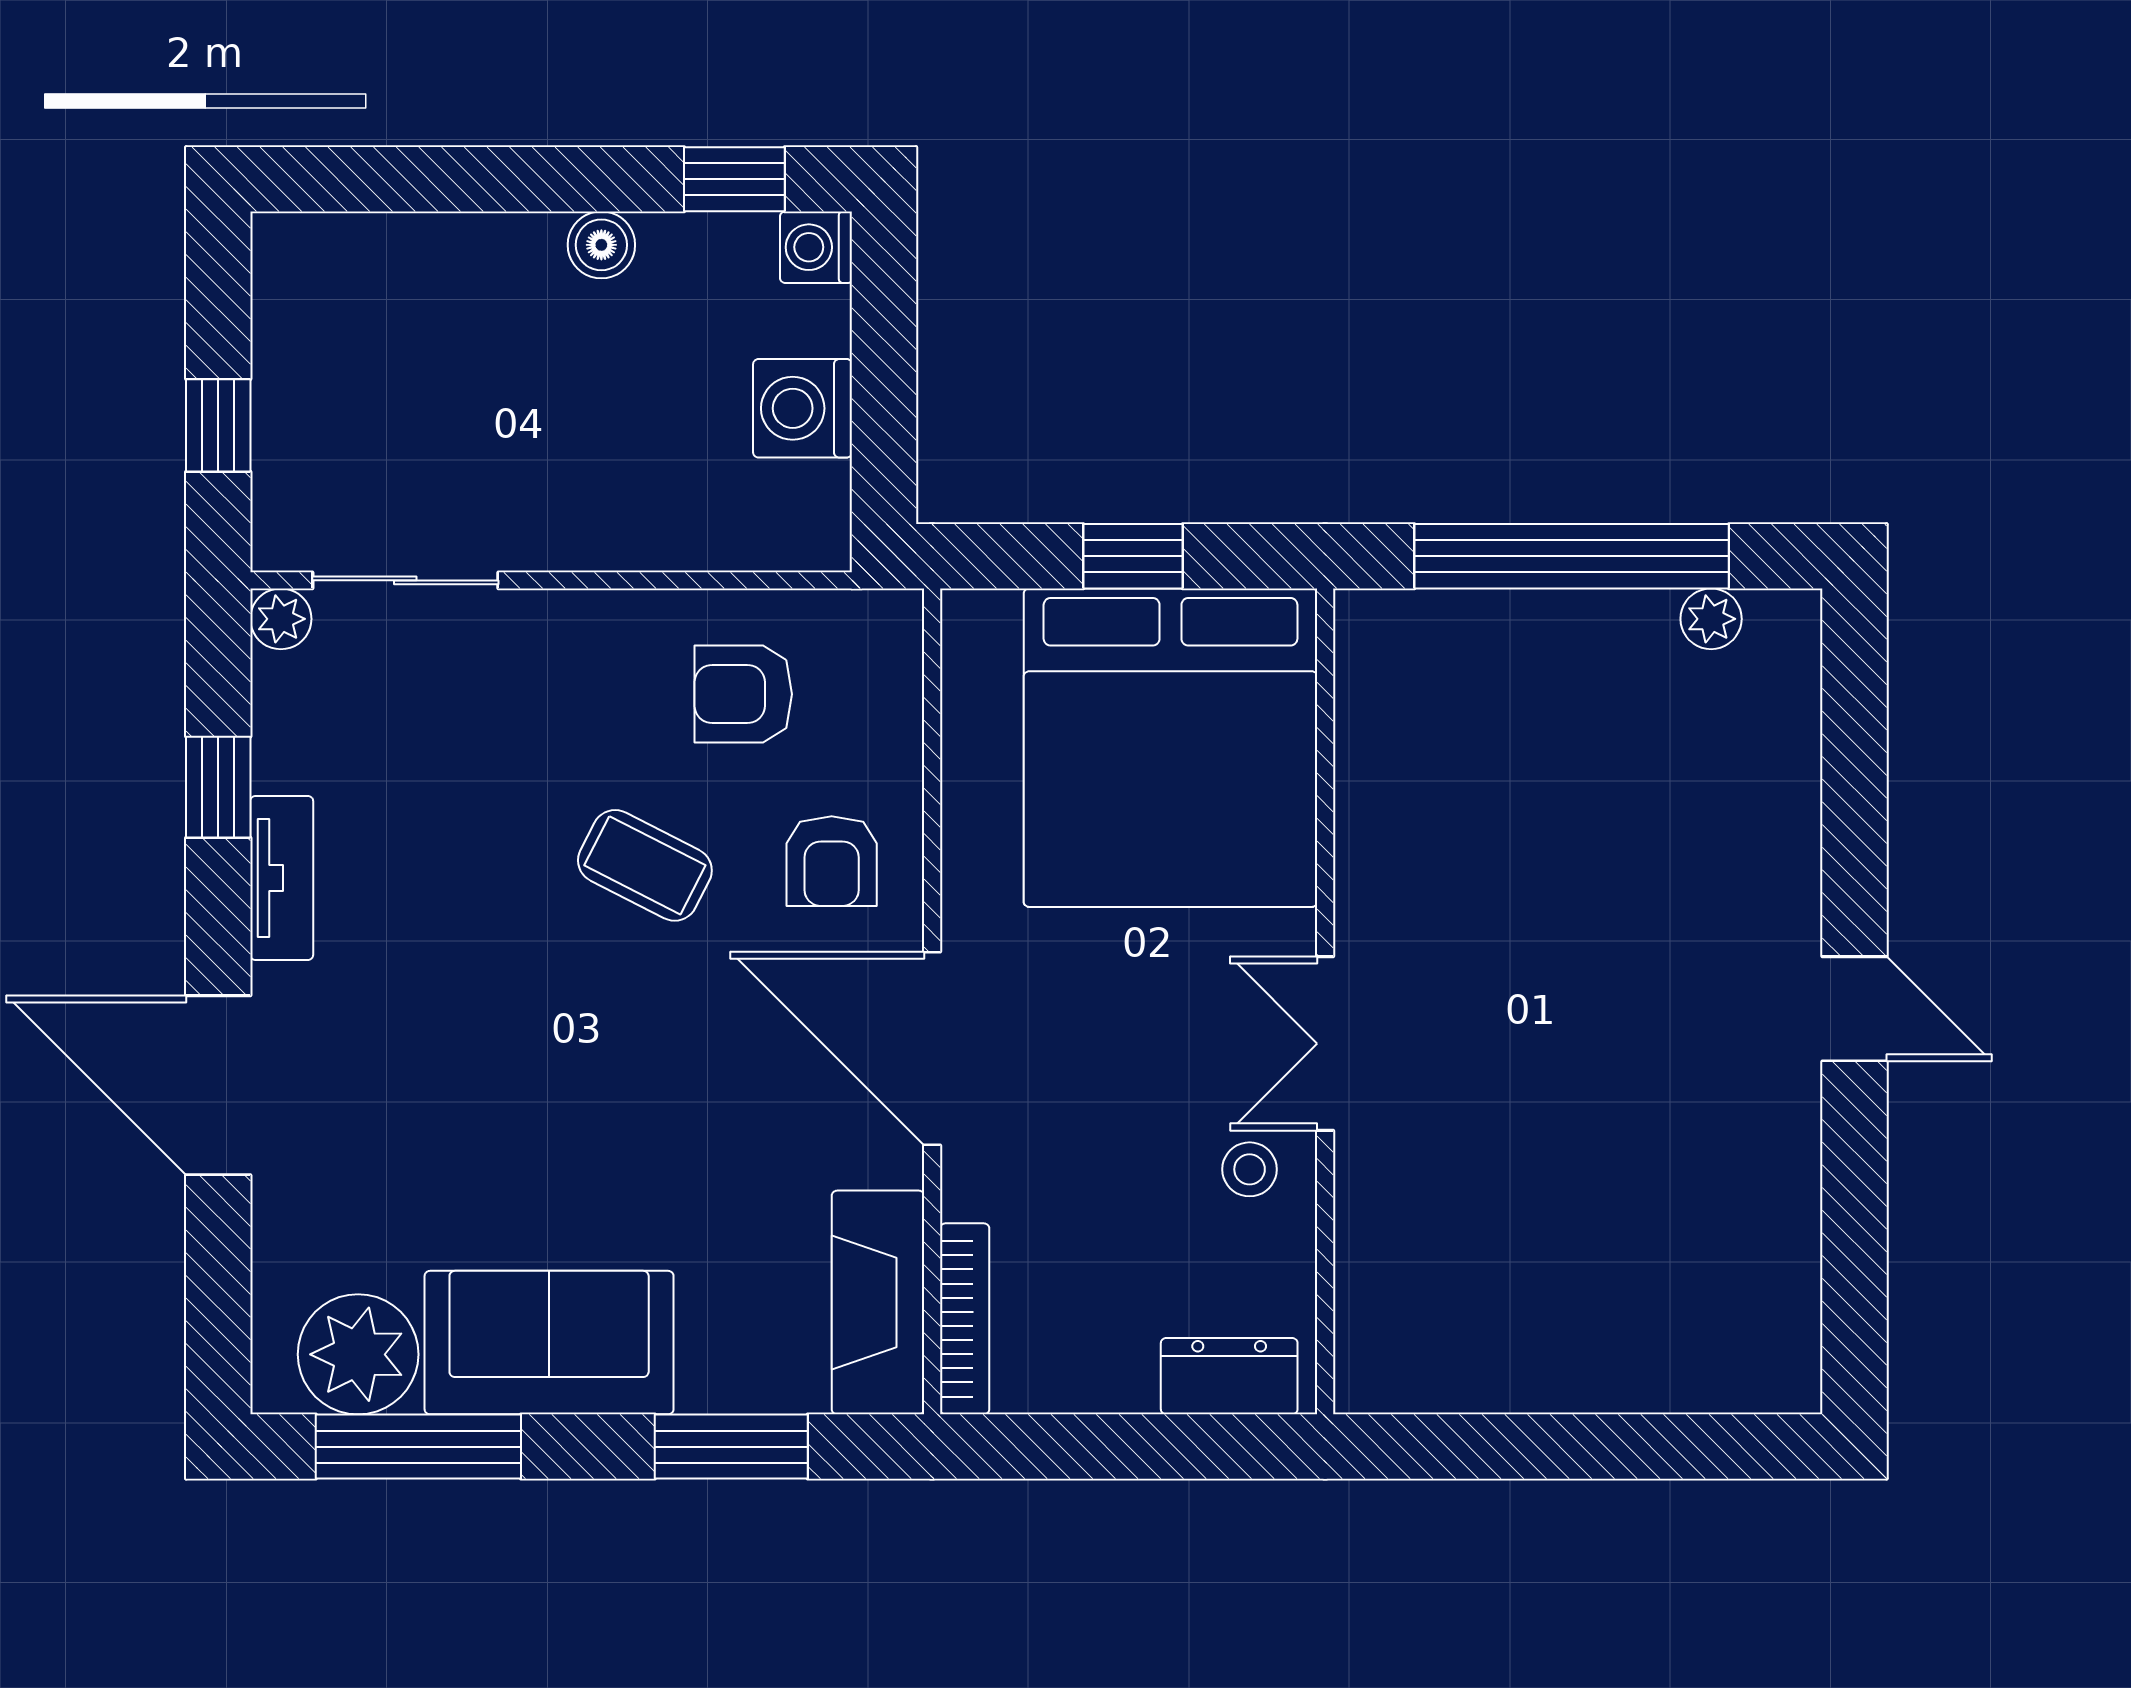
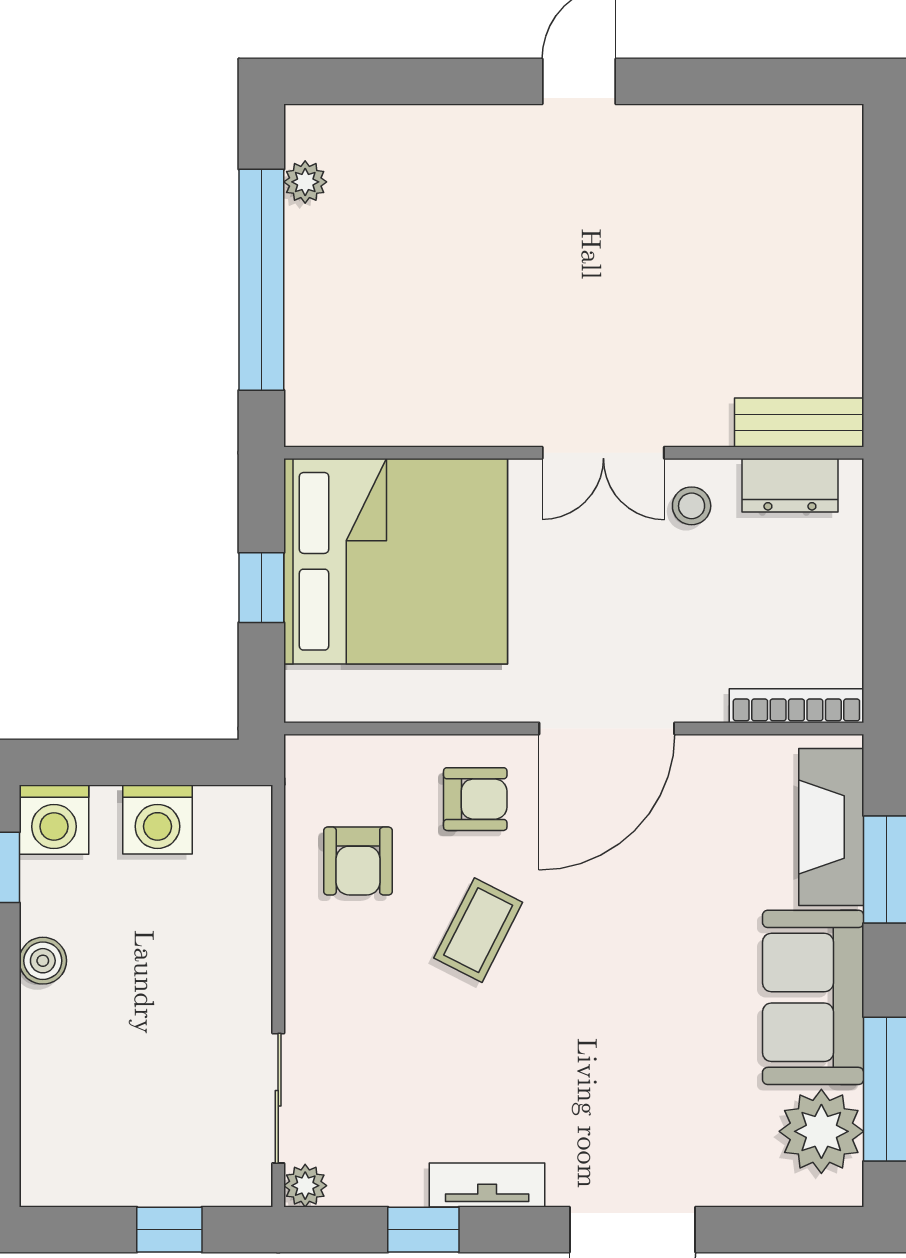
washing machine: (816, 247) -> (54, 820), width x1.38, depth x1.38
fireplace: (878, 1302) -> (831, 827), moved, turned 90
bench: (1368, 1323) -> (799, 423), added
dresser: (1229, 1376) -> (790, 485), moved, turned -90

